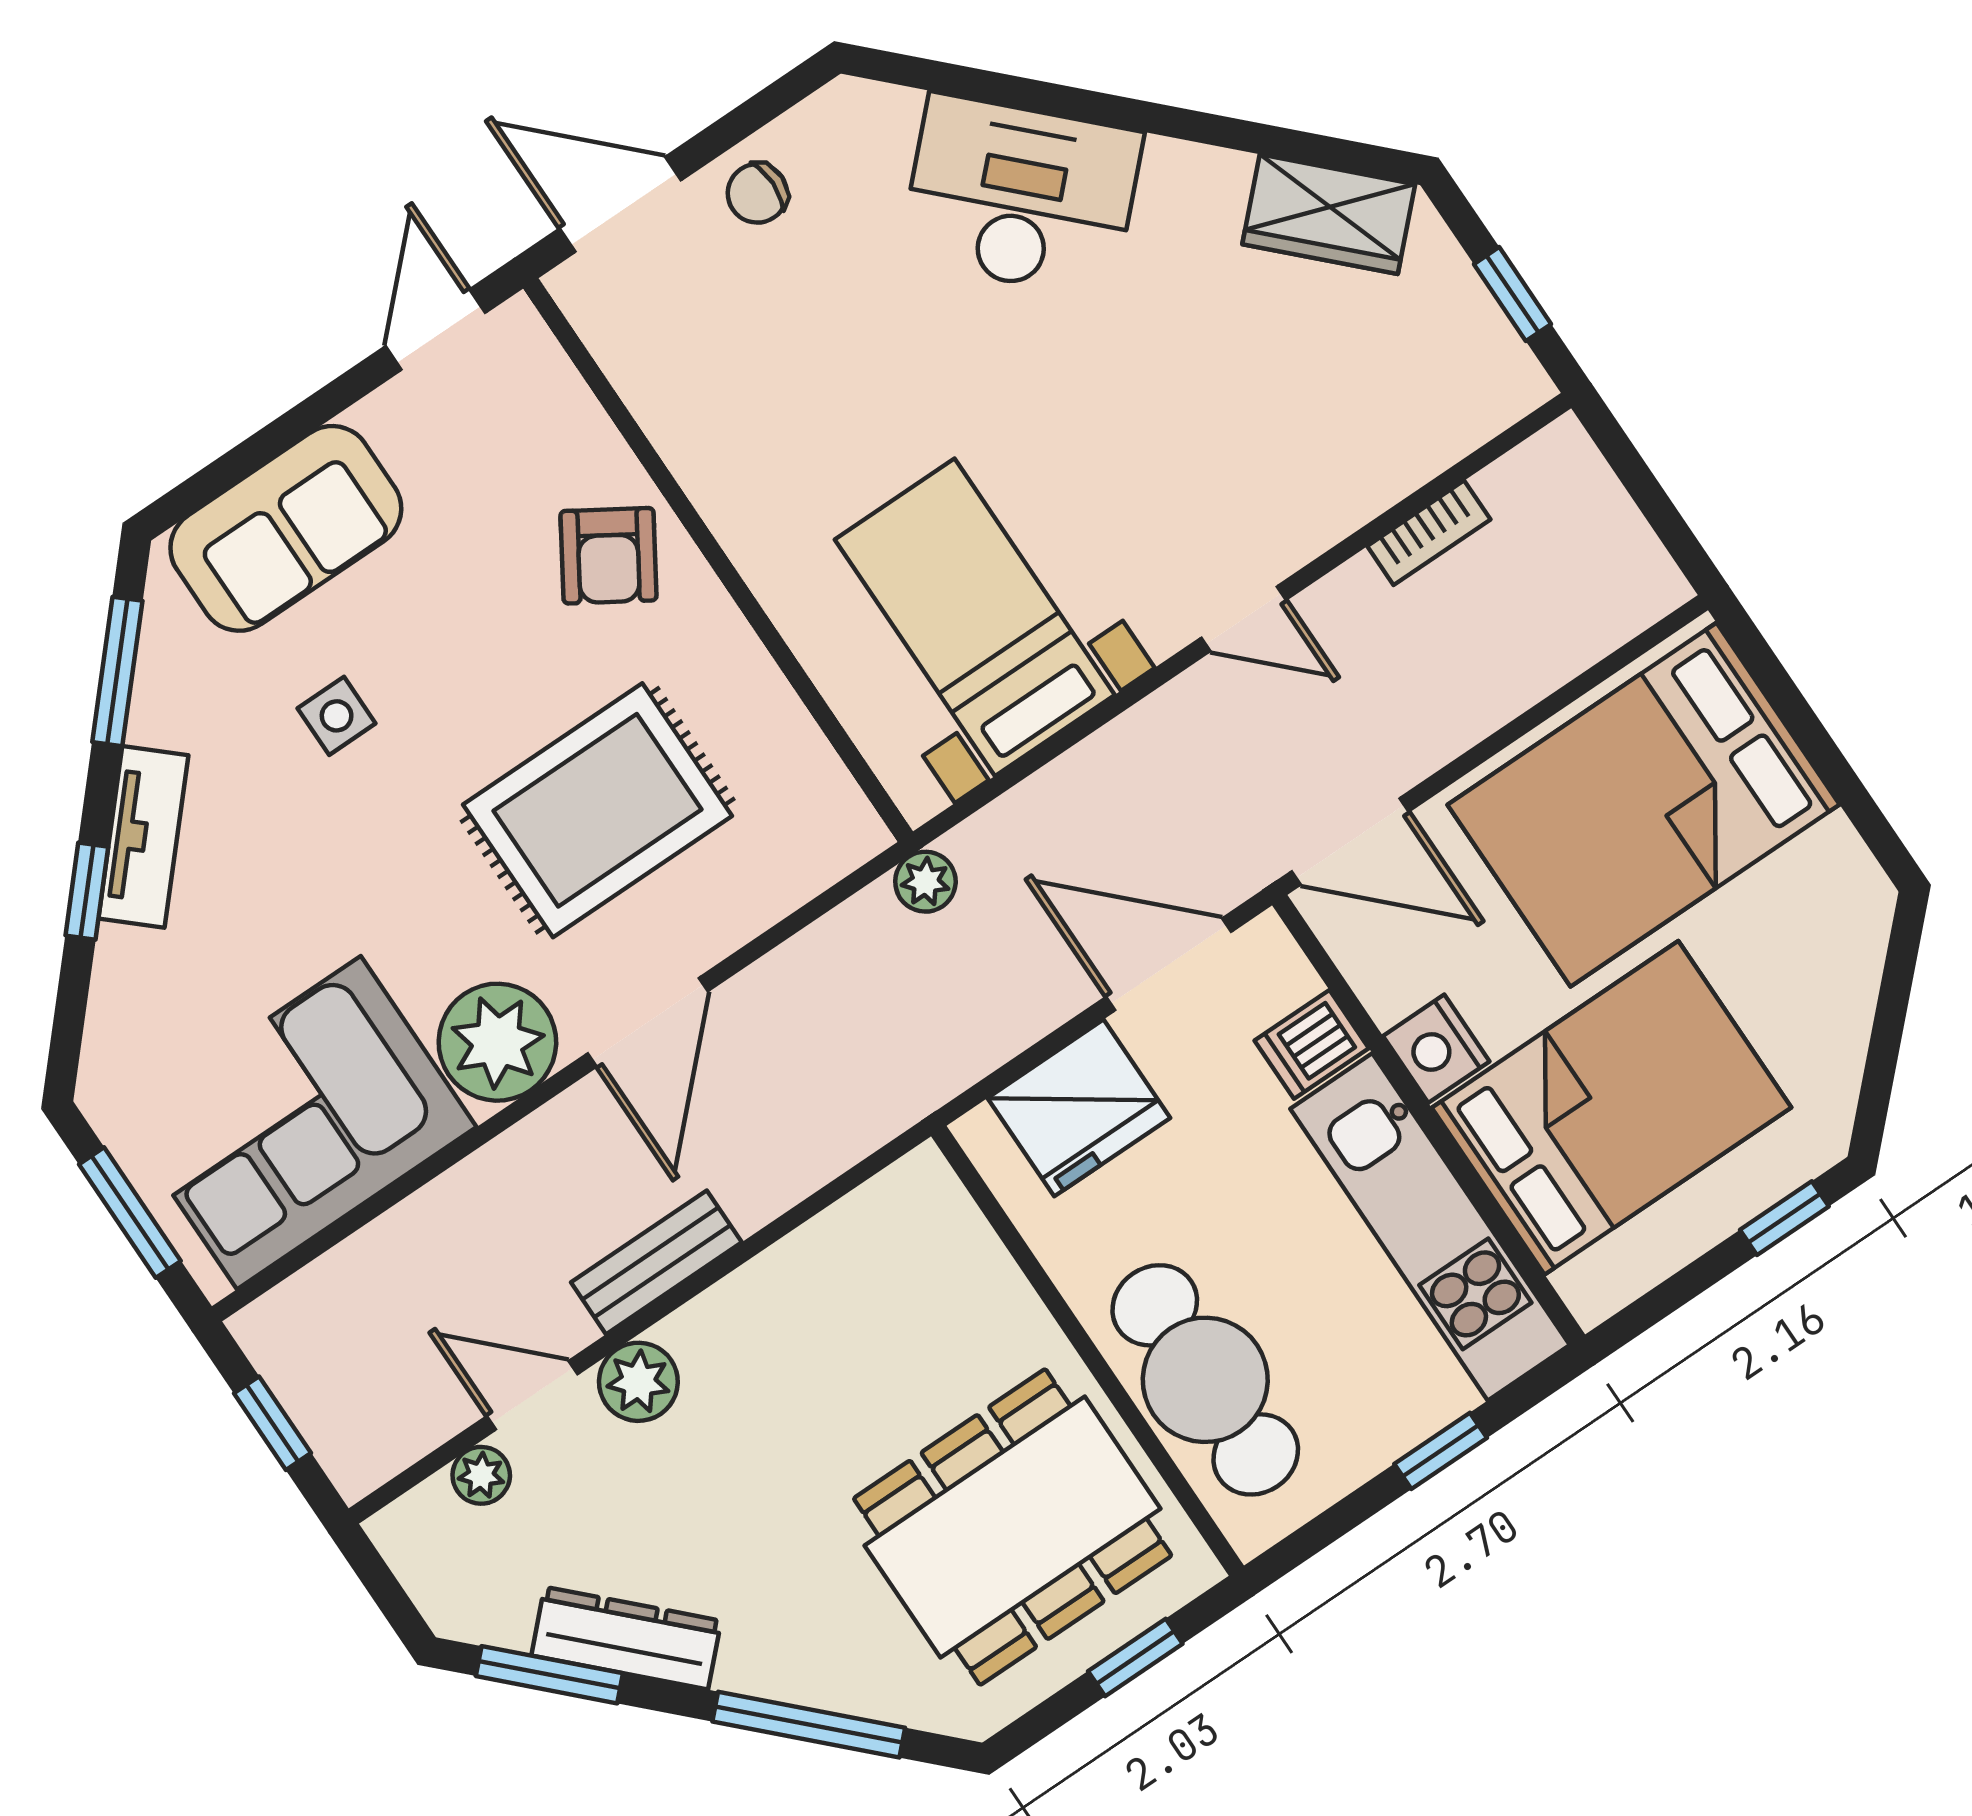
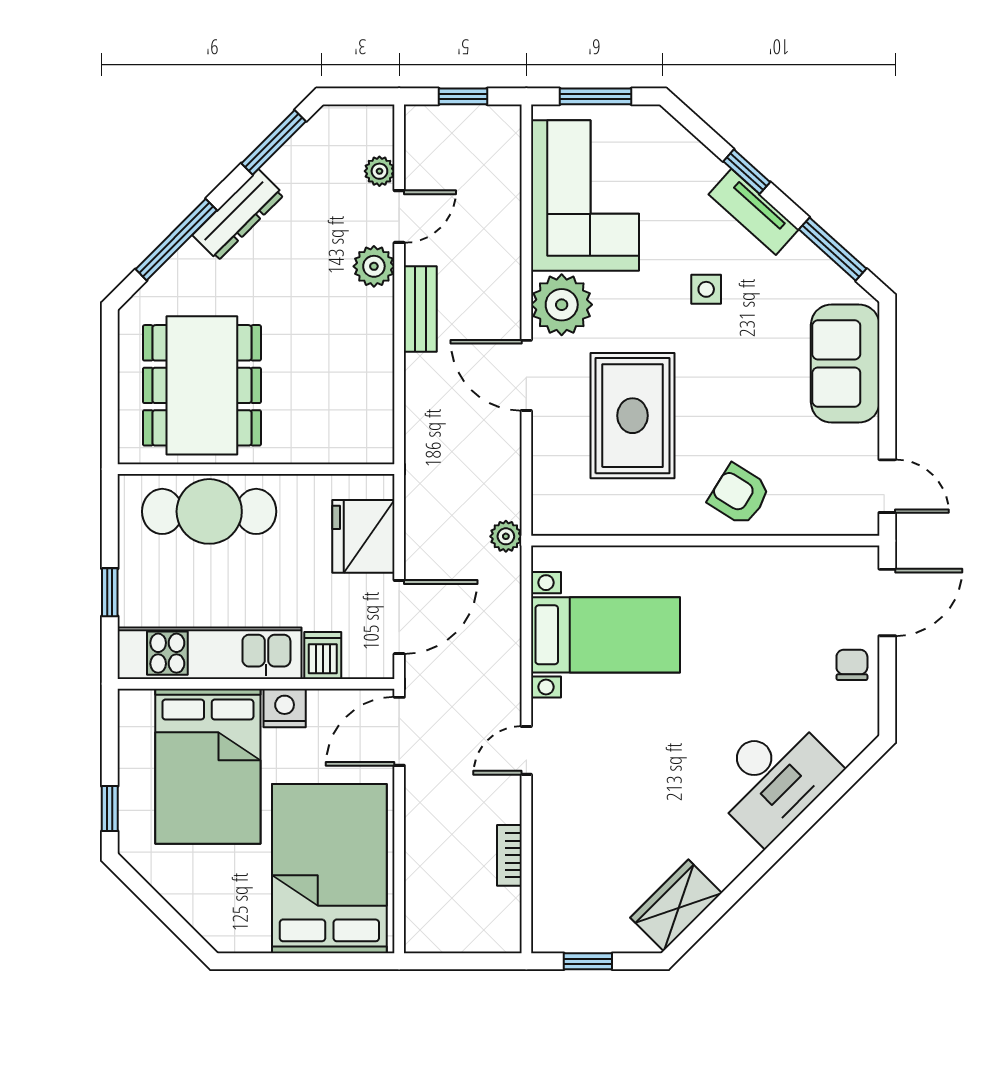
side table: (337, 716) -> (706, 289), moved
dresser: (626, 1638) -> (238, 215), moved
window: (1135, 1658) -> (110, 400), removed

